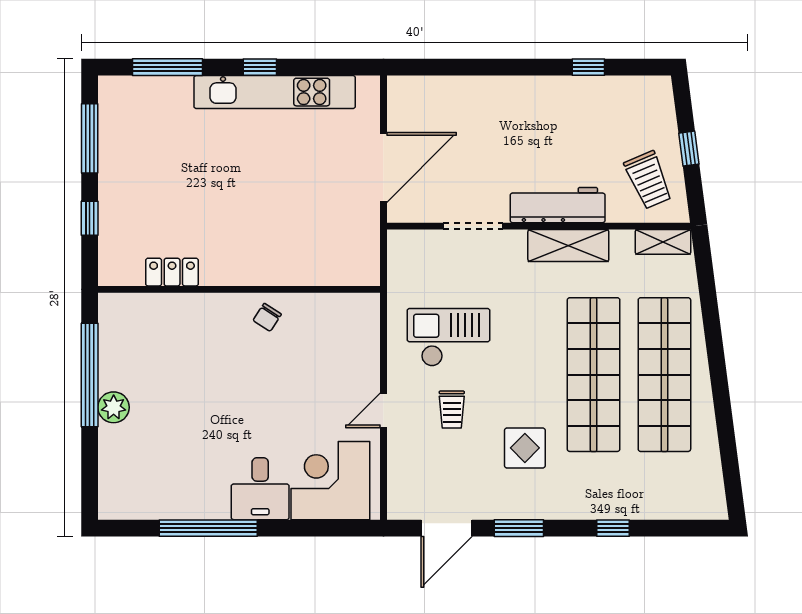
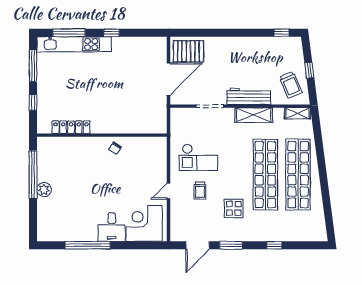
window: (588, 67) -> (282, 33), moved
kitchen unit: (275, 92) -> (74, 44), moved
pallet: (427, 107) -> (188, 51), added
locker: (172, 272) -> (71, 127), width x1.53
checkout: (448, 337) -> (198, 157), turned 180

